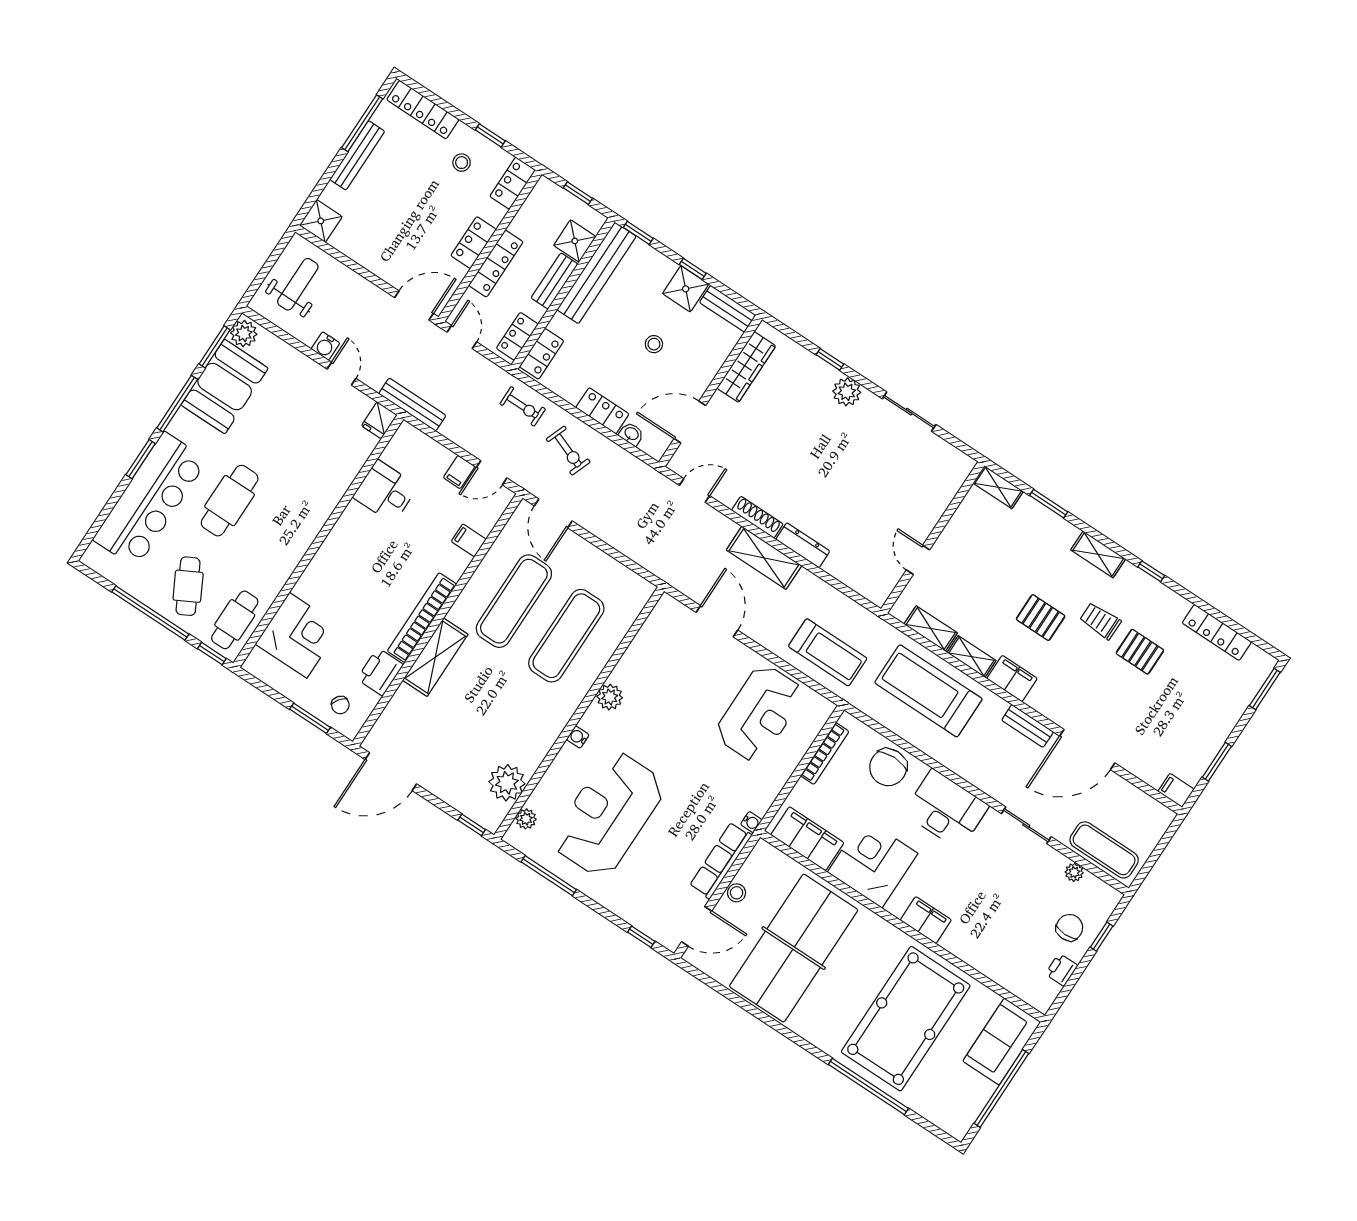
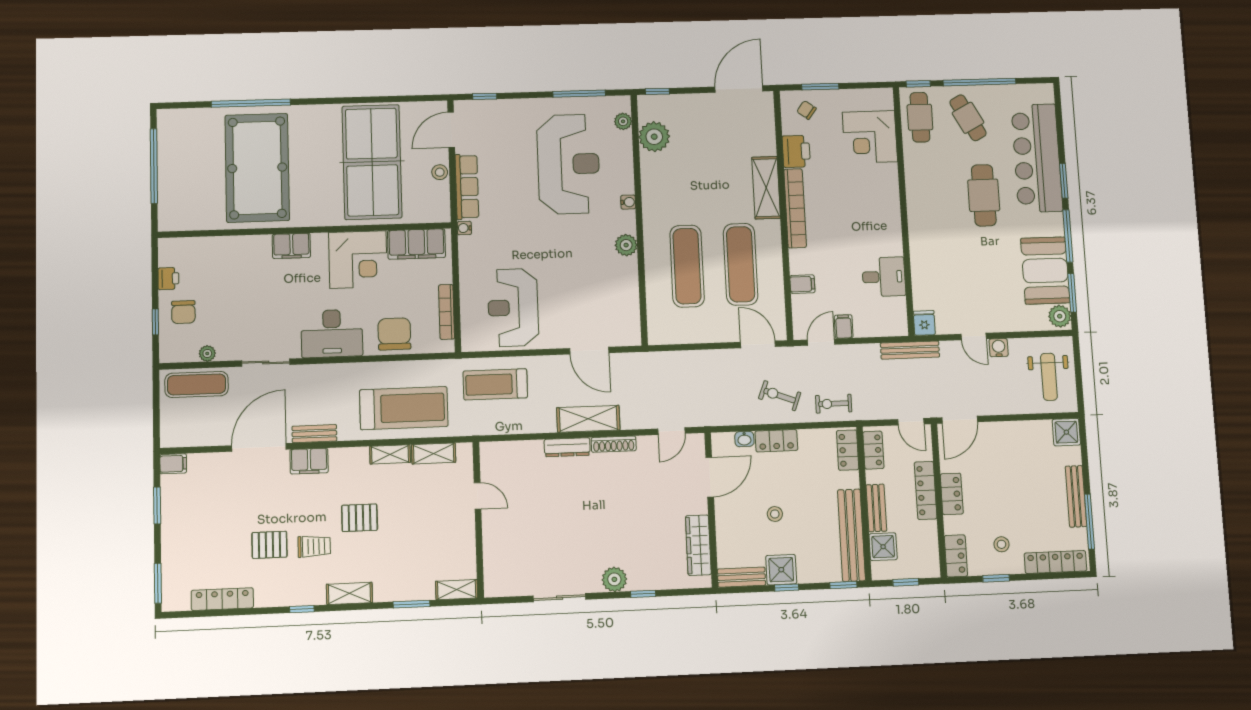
filing cabinet: (1012, 679) -> (309, 461), moved
sofa: (1002, 1042) -> (177, 199), removed

